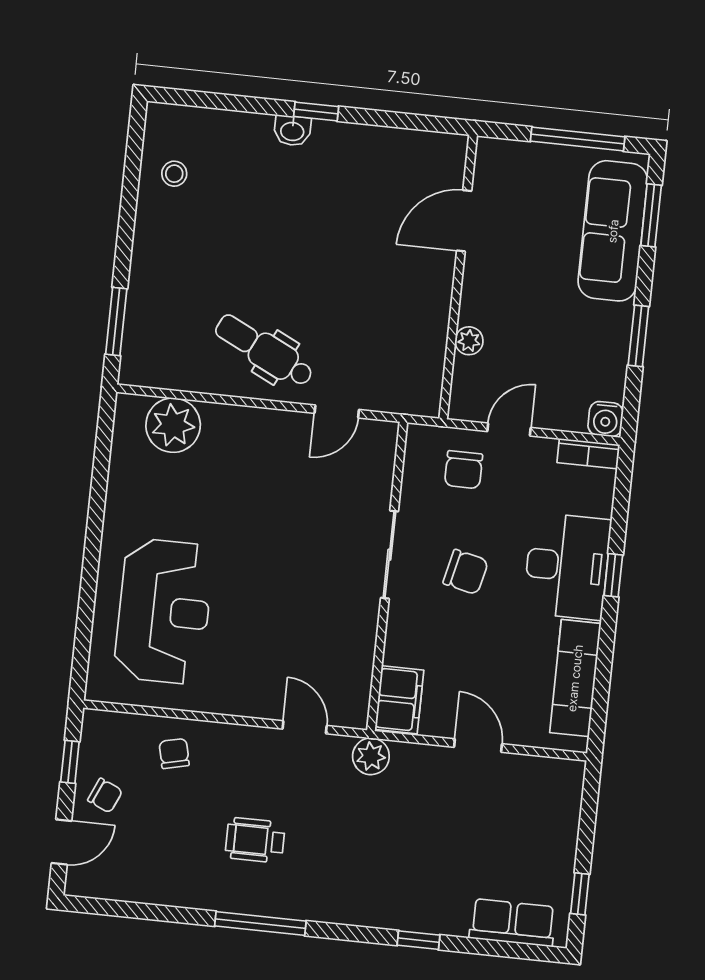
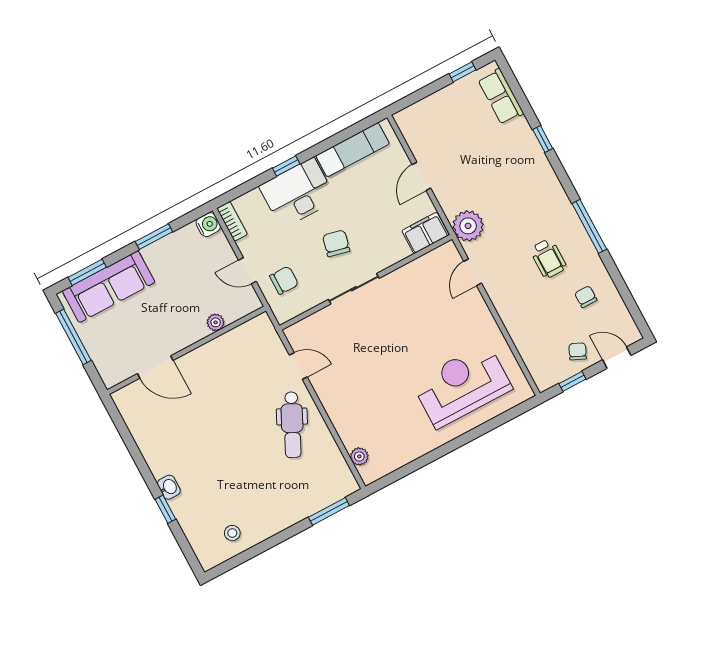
window: (316, 111) -> (165, 509), moved
plant: (173, 425) -> (359, 456), width x0.53, depth x0.53
chair: (174, 753) -> (586, 297), moved, turned 103
plant: (371, 756) -> (468, 226), width x1.36, depth x1.36

